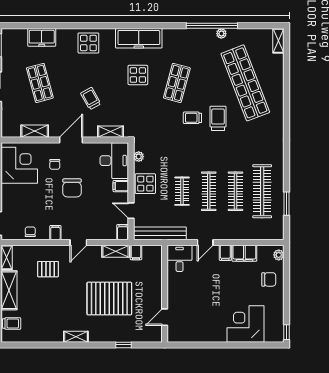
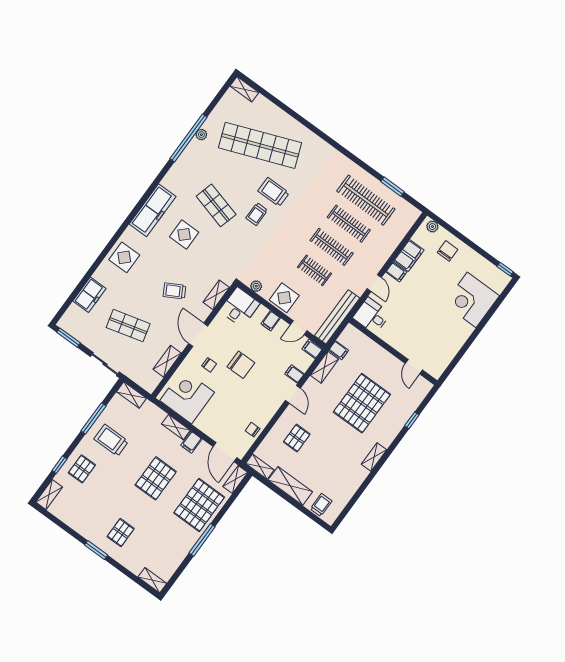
desk: (114, 161) -> (240, 307), width x0.73
filing cabinet: (55, 233) -> (294, 374), moved

